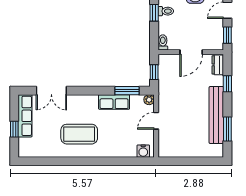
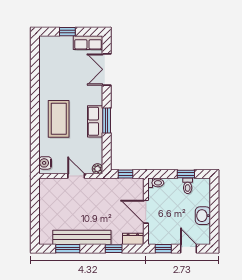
window: (127, 91) -> (107, 120), moved
row of seats: (114, 102) -> (95, 121), moved
row of seats: (25, 116) -> (88, 43), width x0.68
coffee table: (79, 134) -> (59, 119), moved

